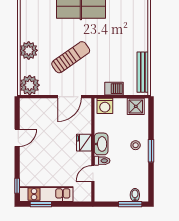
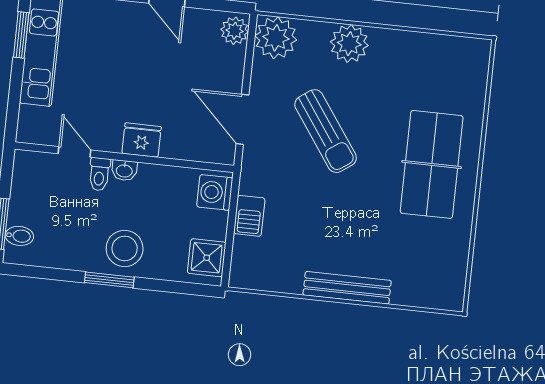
bench: (143, 72) -> (347, 288), moved
plant: (28, 105) -> (235, 31), added
washbasin: (101, 144) -> (124, 170), width x0.52, depth x0.69
stool: (136, 145) -> (125, 248), width x1.89, depth x1.89

